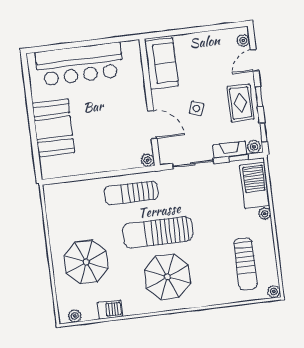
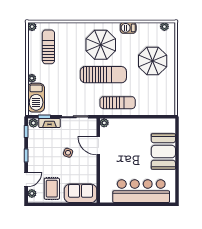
sofa: (162, 64) -> (81, 193), moved, turned 90
rug: (240, 103) -> (52, 189), moved
barbecue: (110, 310) -> (128, 28), moved

